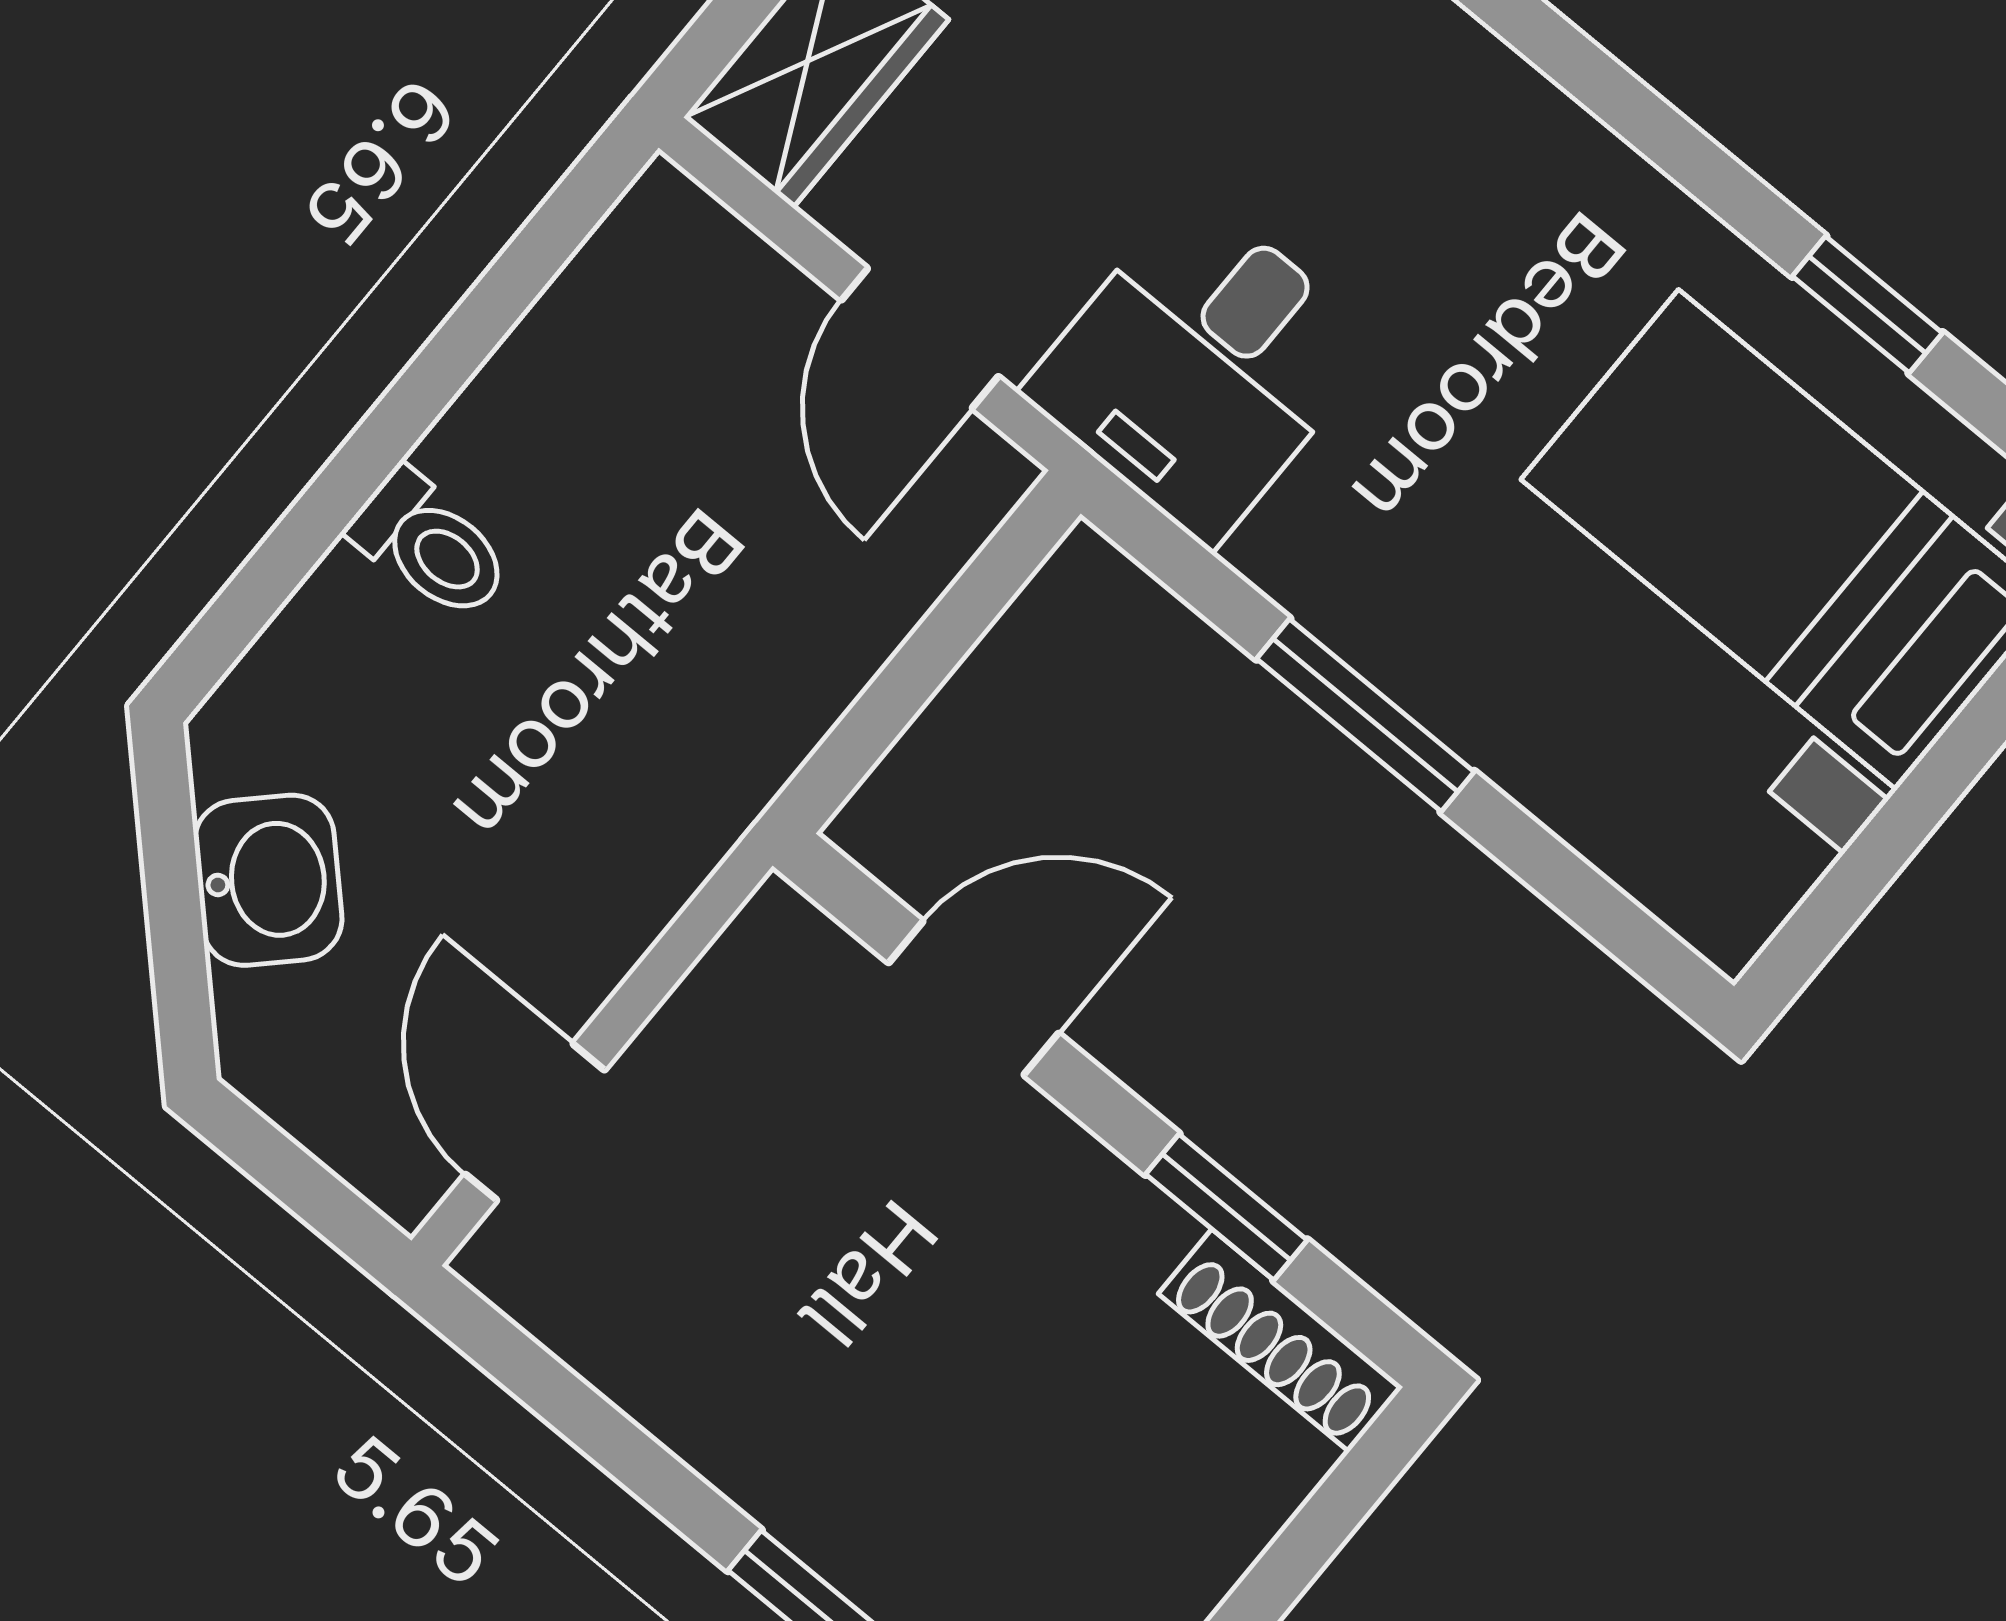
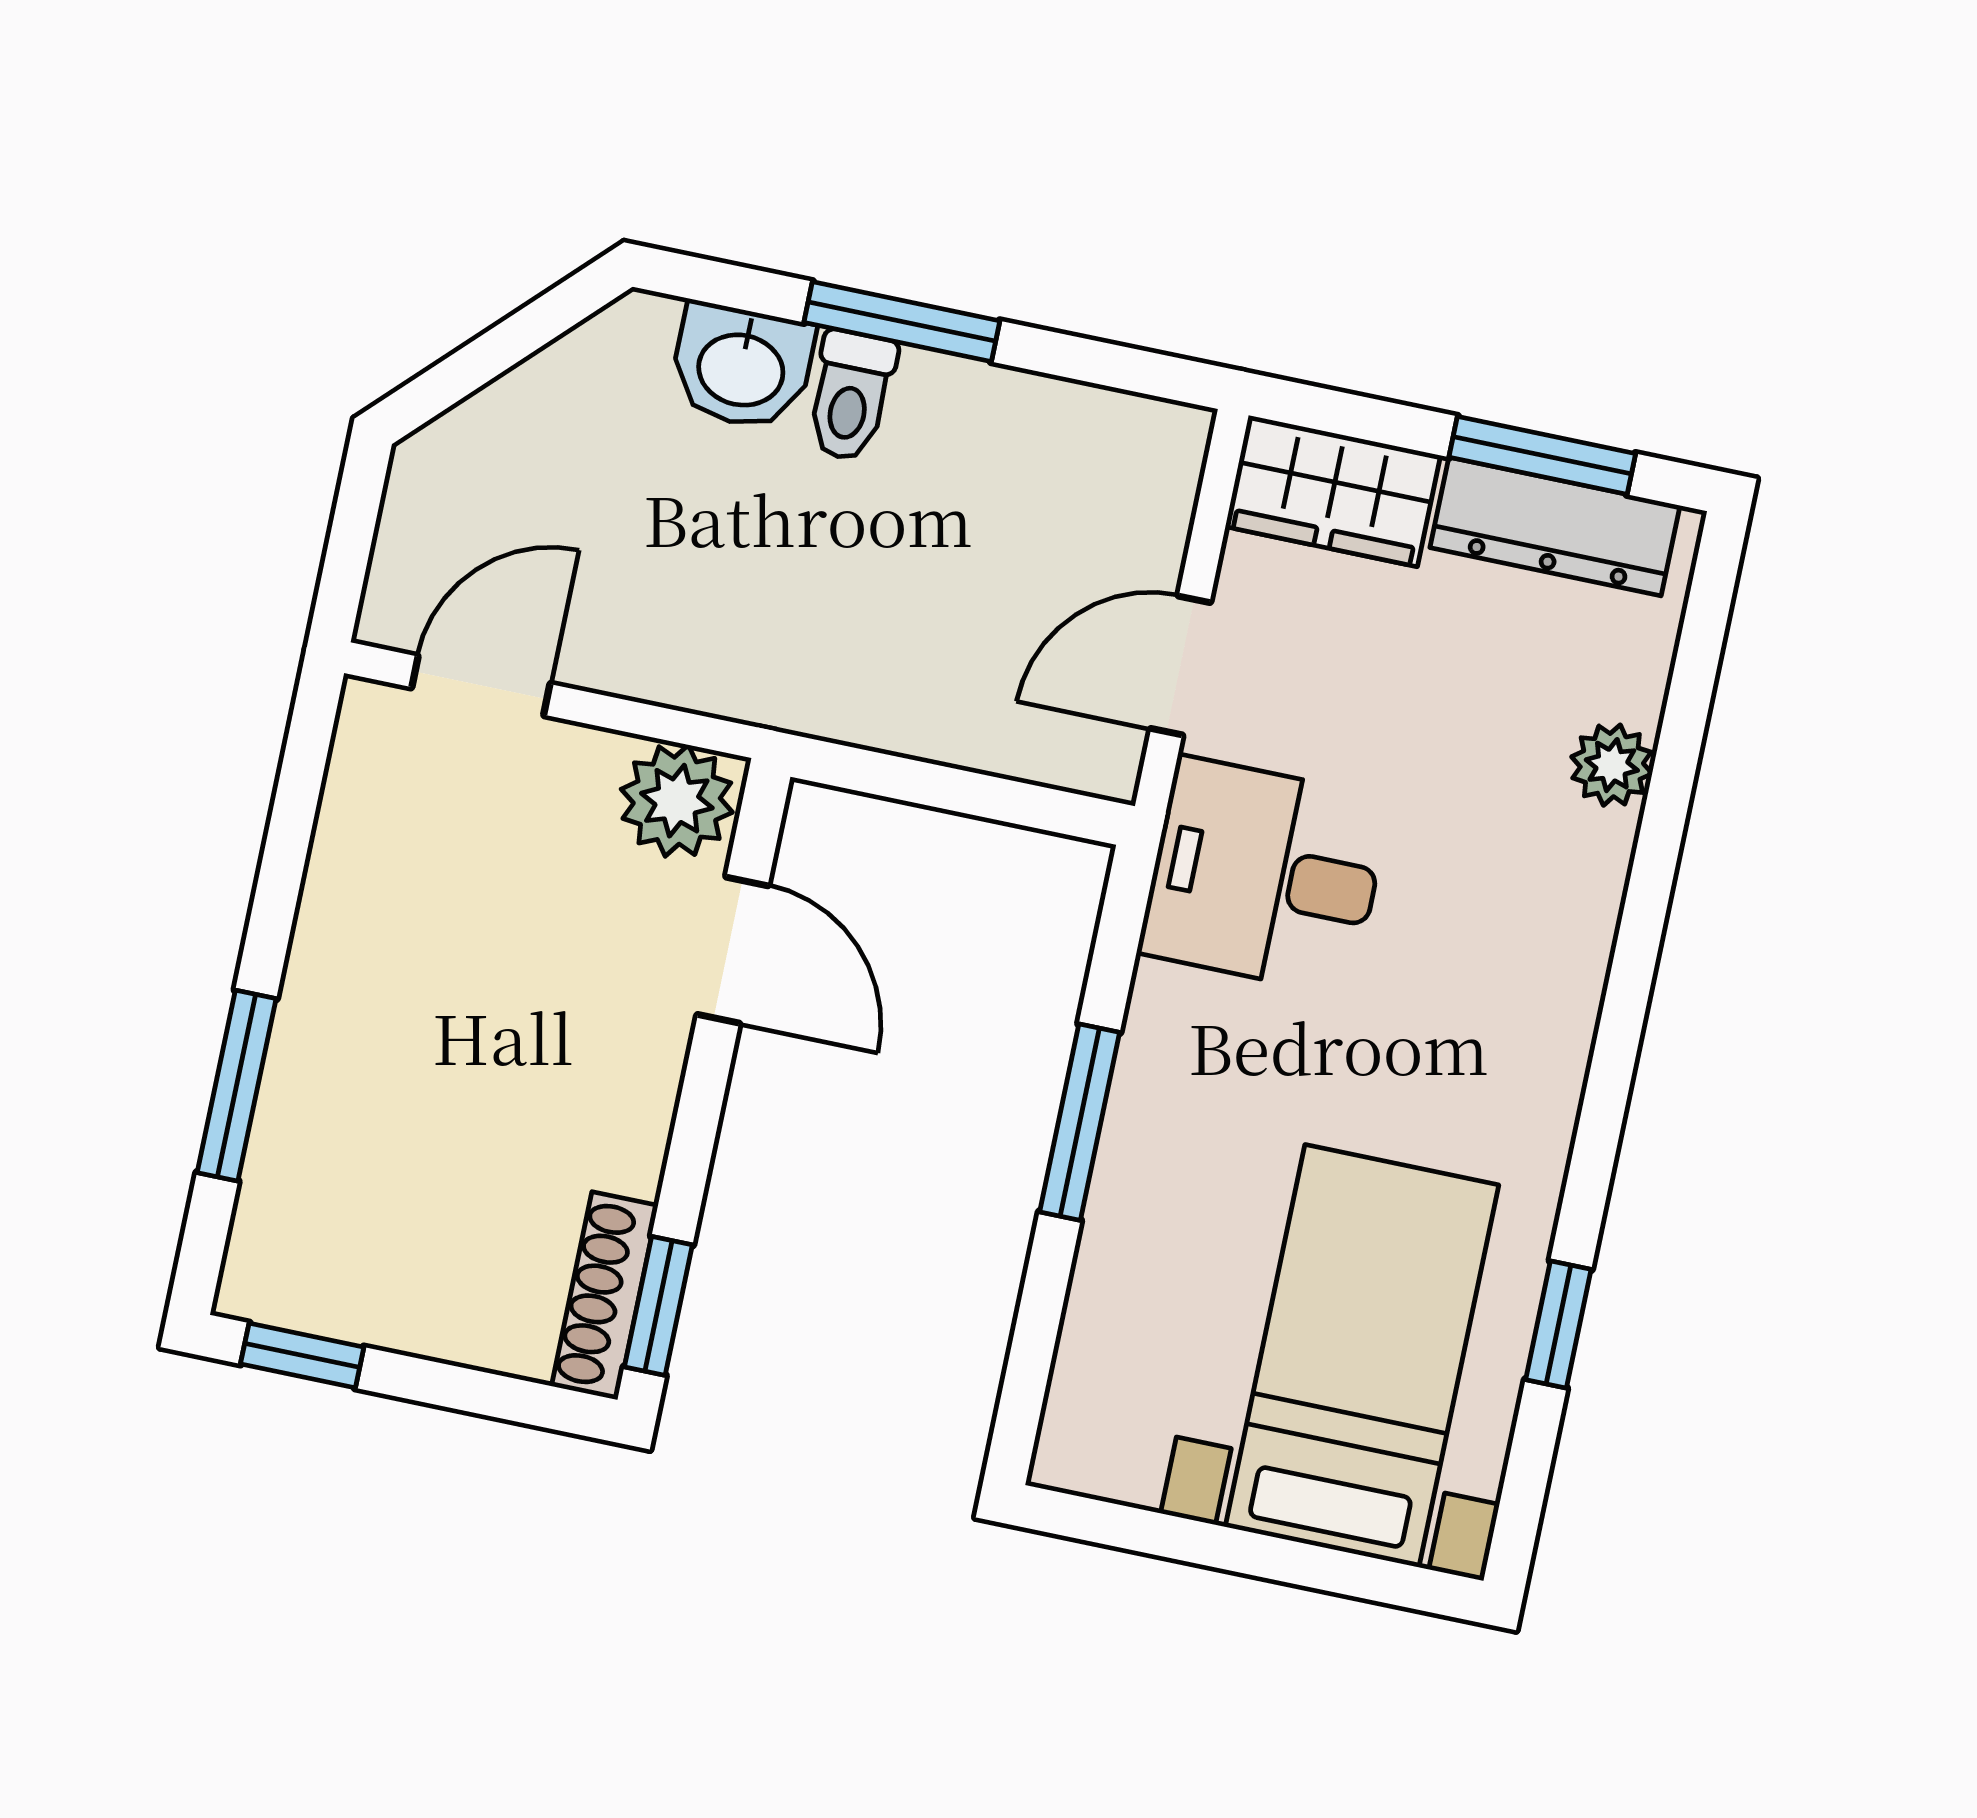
window: (378, 446) -> (902, 322), added
washbasin: (268, 880) -> (741, 367), moved, turned 45
plant: (776, 973) -> (677, 801), added
window: (1226, 1207) -> (658, 1306), moved

